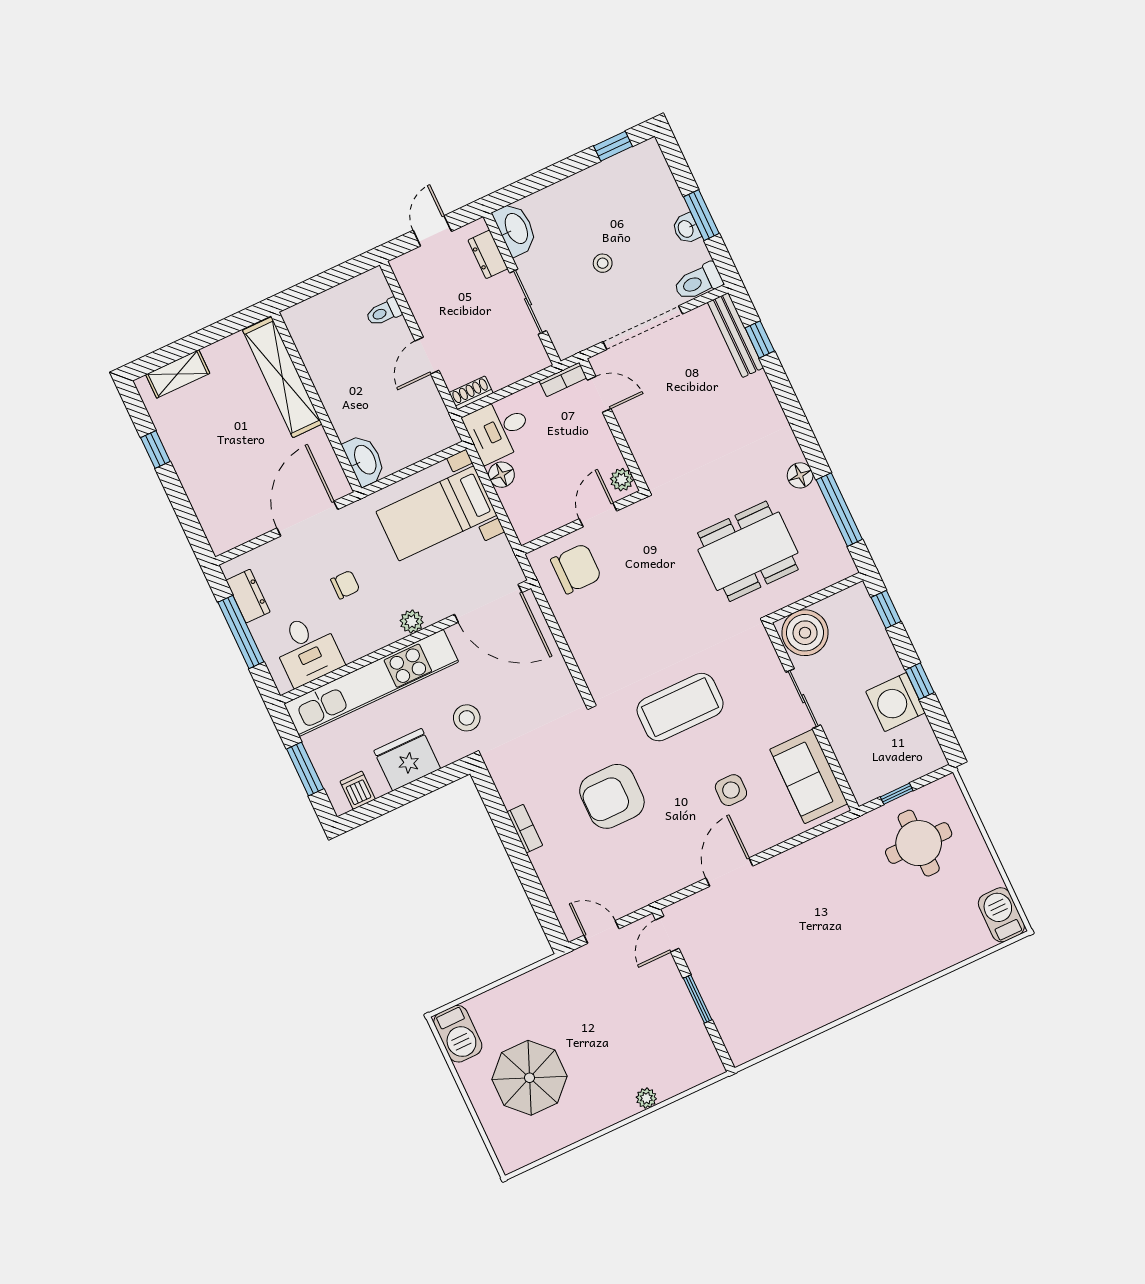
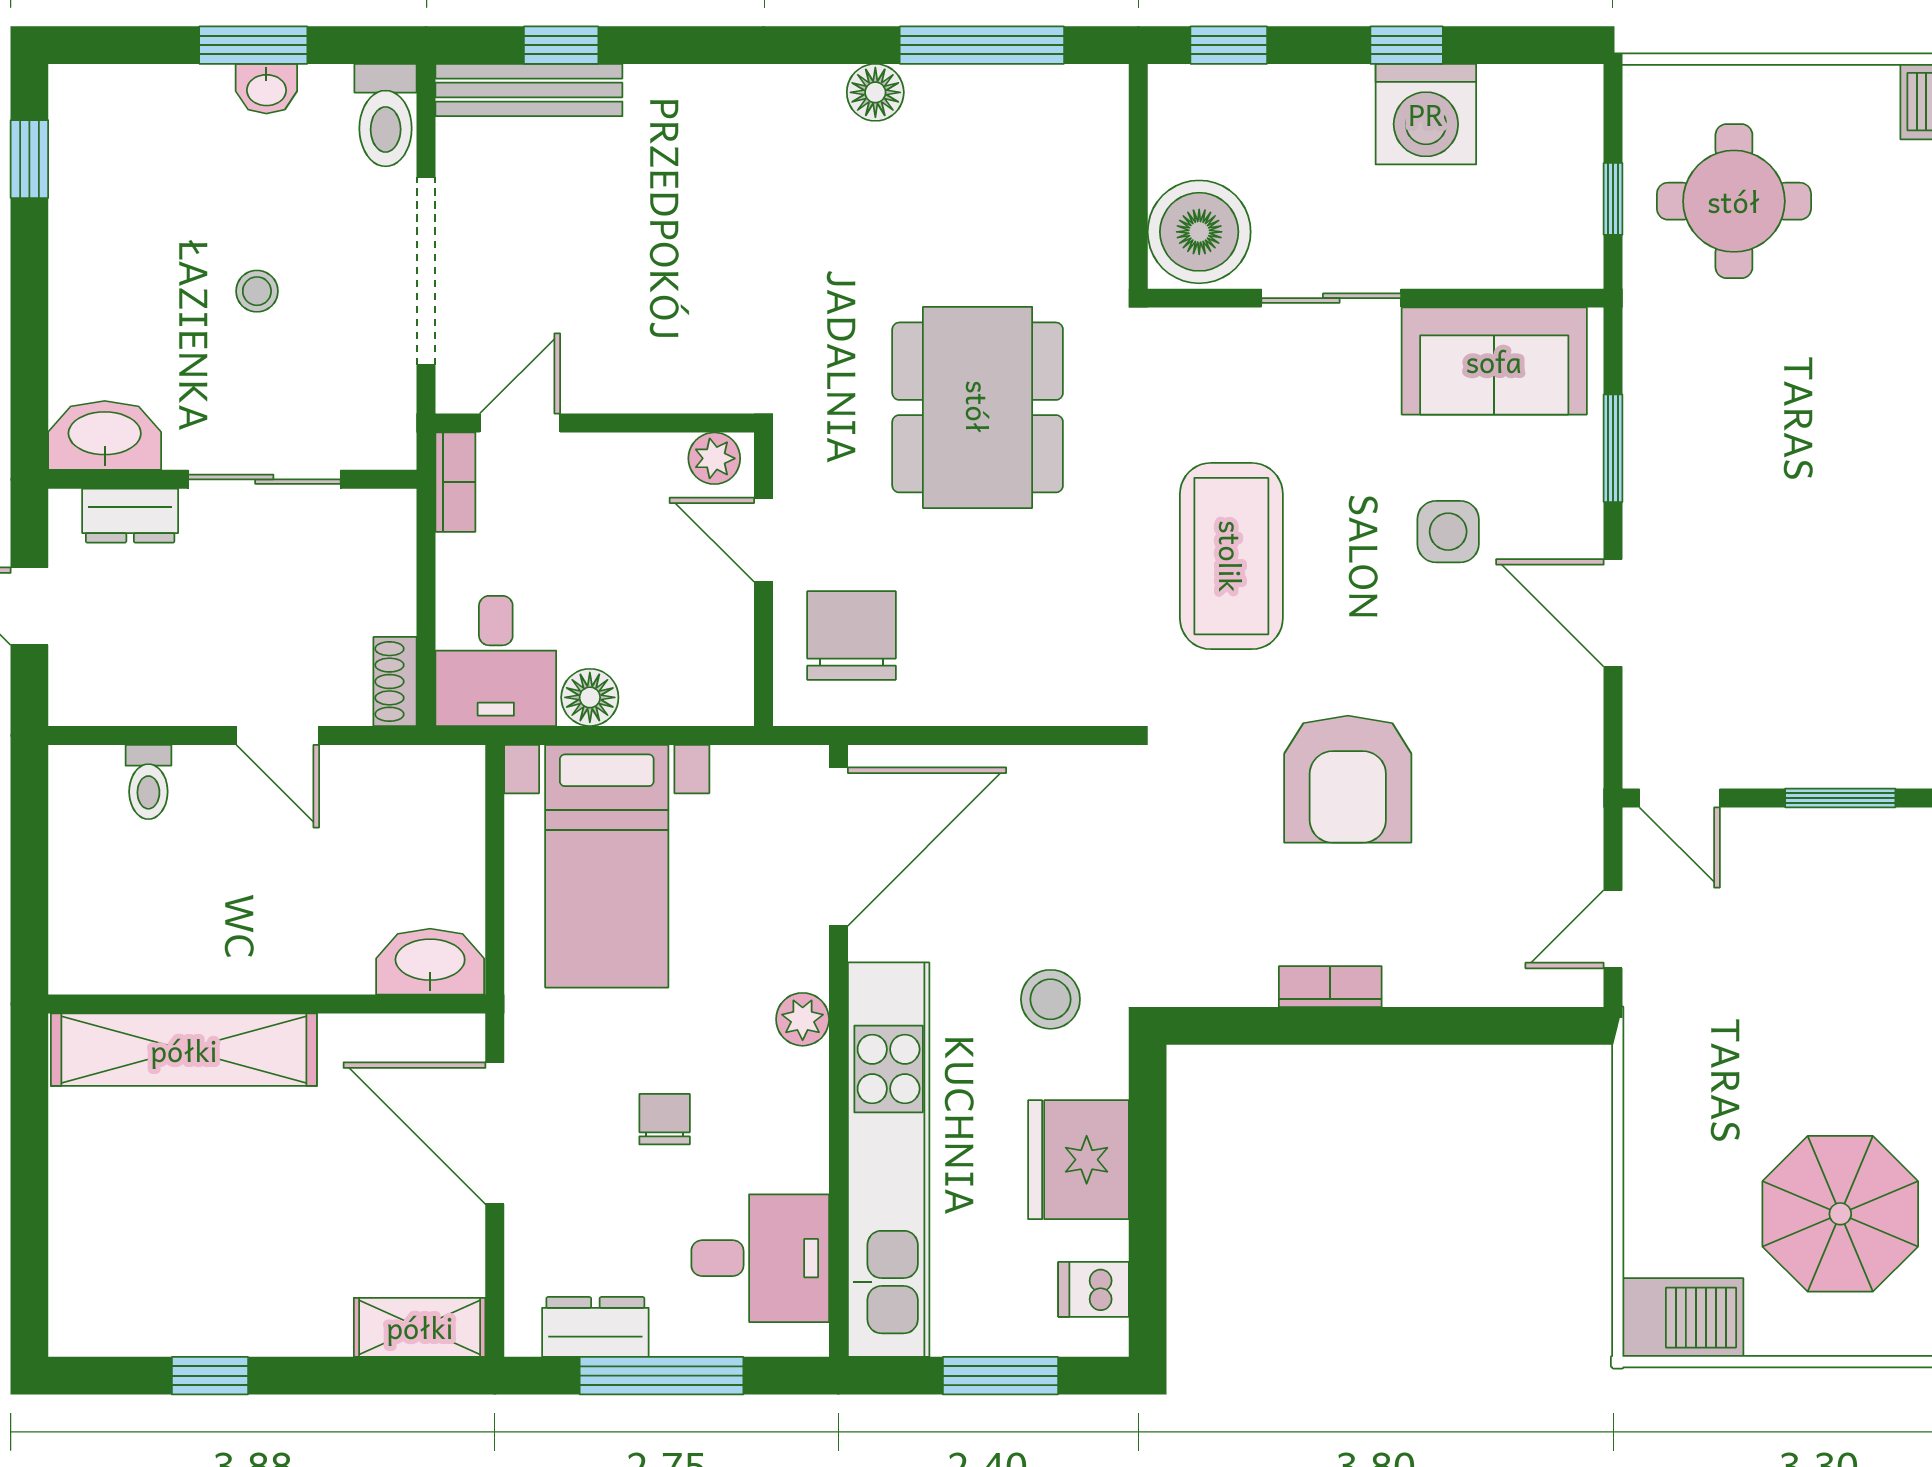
shelving: (178, 374) -> (420, 1327), moved, turned 90
dining table: (748, 551) -> (978, 407), moved
window: (796, 841) -> (1613, 448), added

